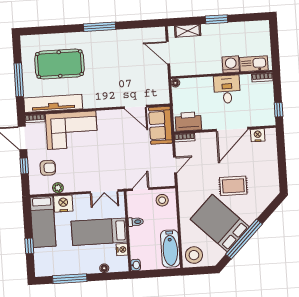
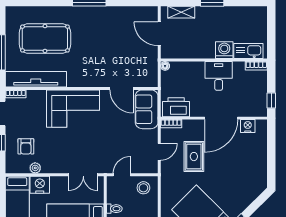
corner sofa: (72, 130) -> (73, 109), moved
armchair: (48, 168) -> (26, 146), turned 90
rug: (233, 186) -> (194, 157), moved, turned 90

